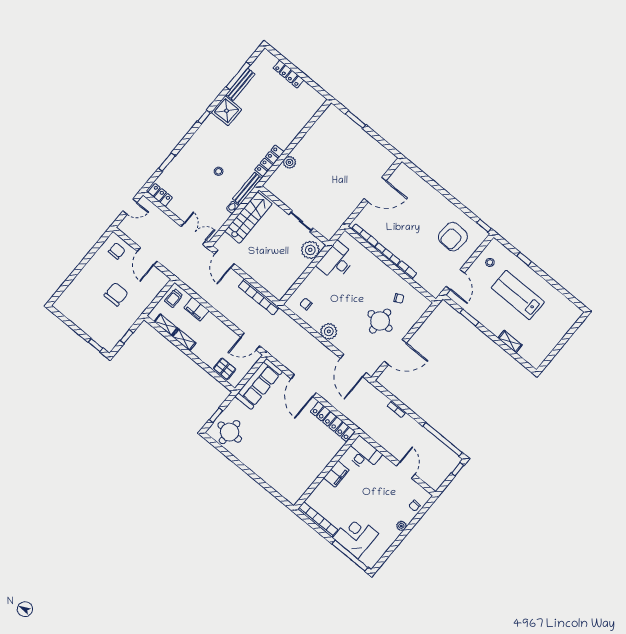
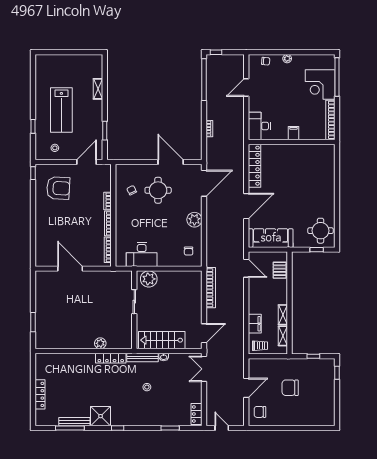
filing cabinet: (336, 474) -> (294, 133), width x0.50

